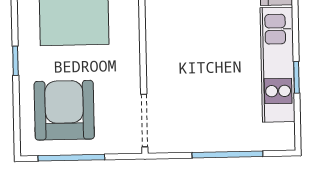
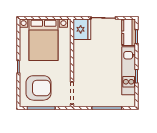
armchair: (64, 110) -> (38, 88), turned 90

